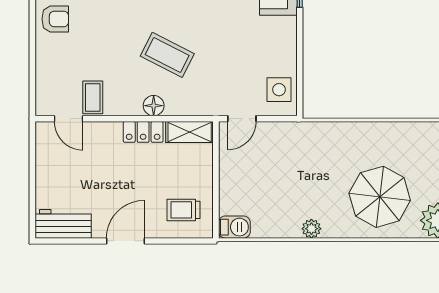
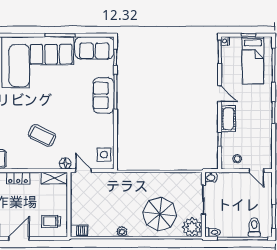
floor lamp: (154, 106) -> (65, 163), moved
door: (242, 119) -> (83, 171), swing flipped
locker: (143, 132) -> (18, 178), moved

